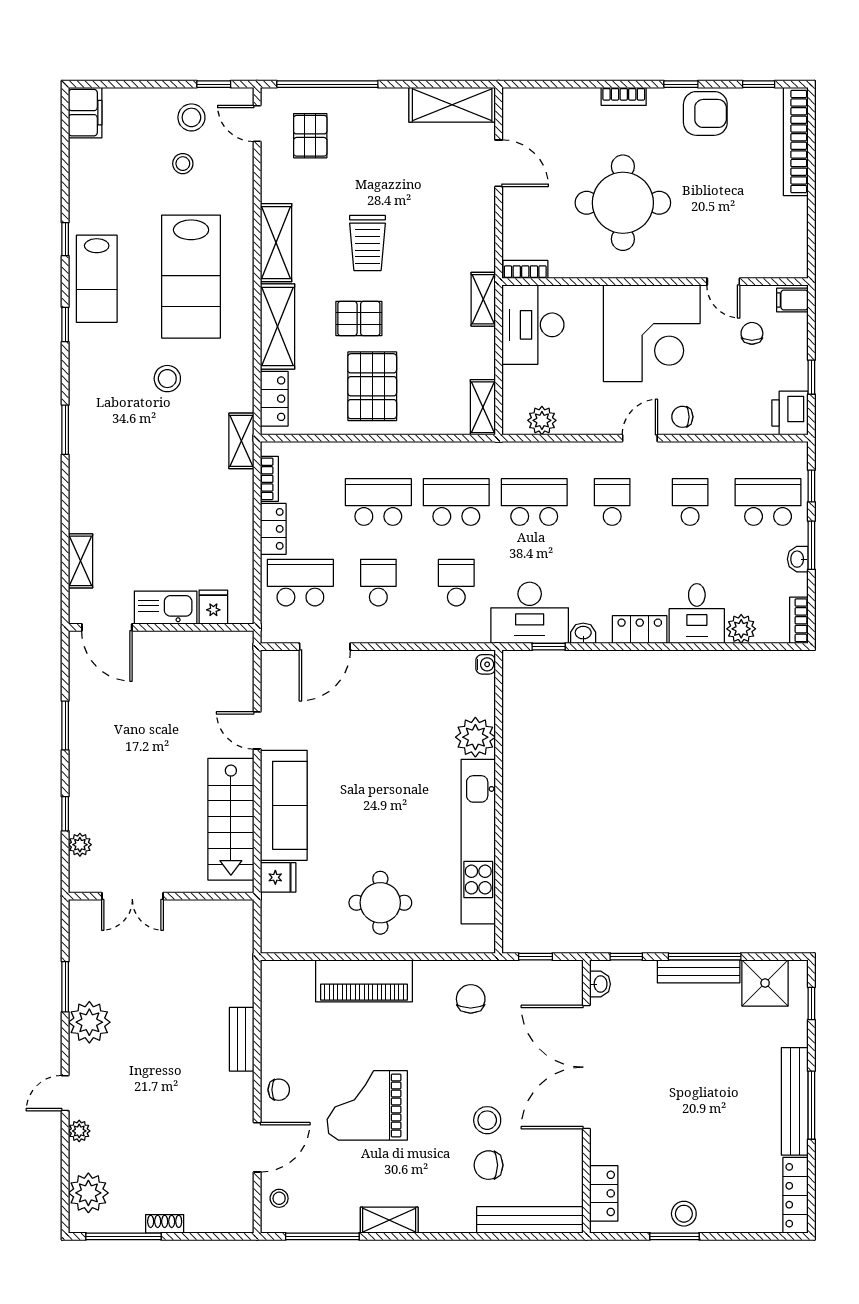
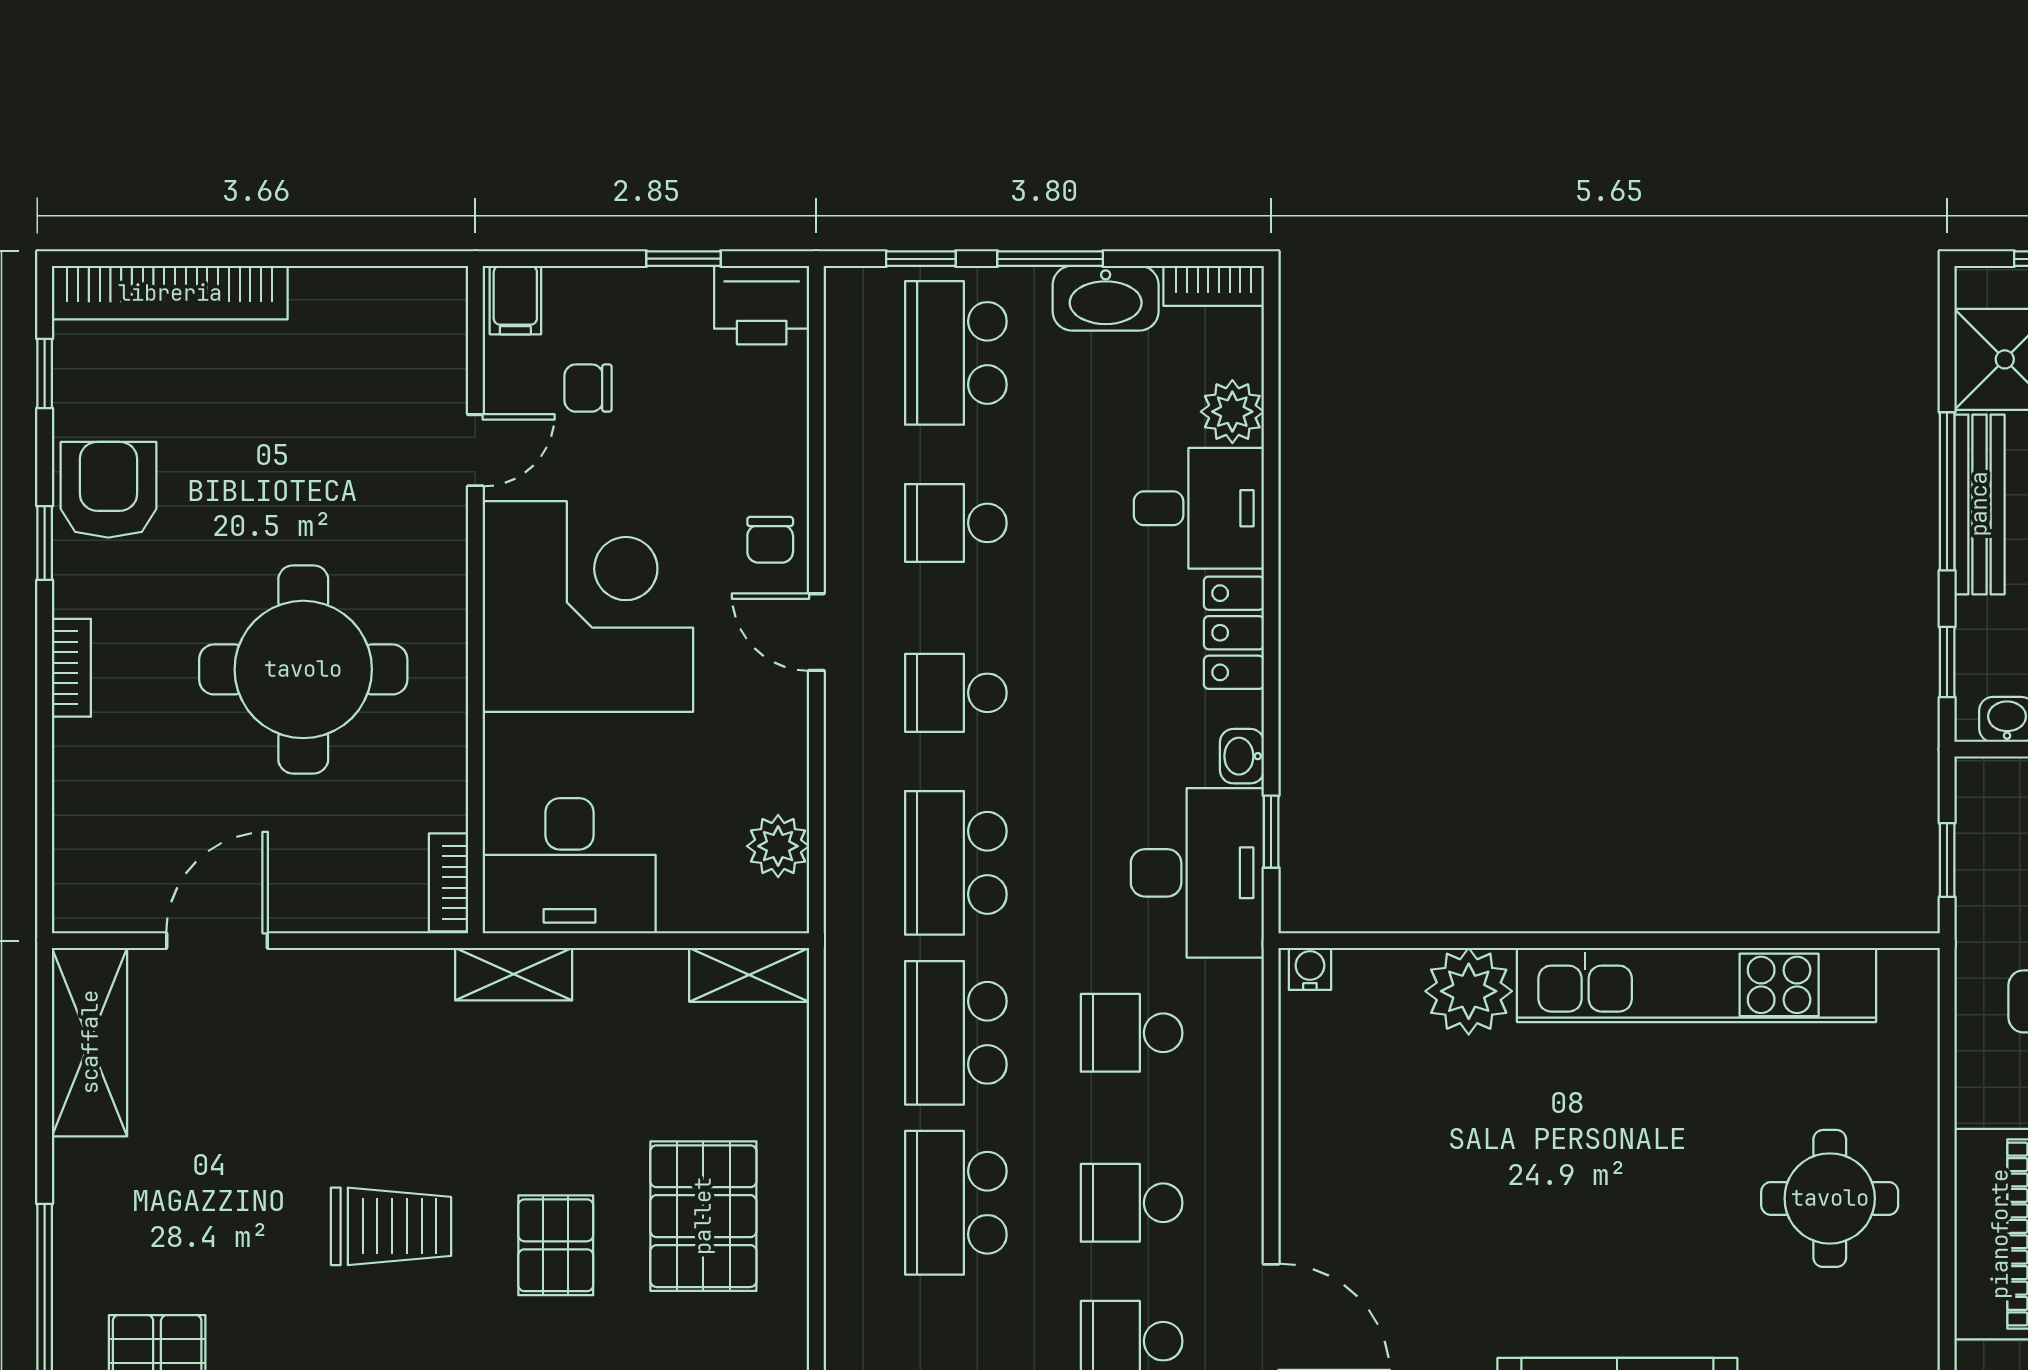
pallet: (372, 386) -> (703, 1216), turned 90
washbasin: (798, 559) -> (1106, 298), width x1.91, depth x1.45

